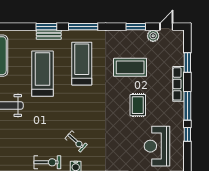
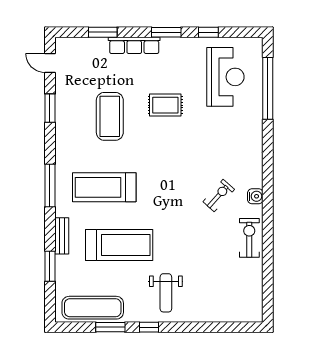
window: (46, 27) -> (50, 266), moved
plant: (153, 36) -> (64, 82), removed
treadmill: (42, 74) -> (119, 245), turned 180
window: (187, 106) -> (166, 32), width x0.69
reception desk: (157, 146) -> (225, 77), turned -90

